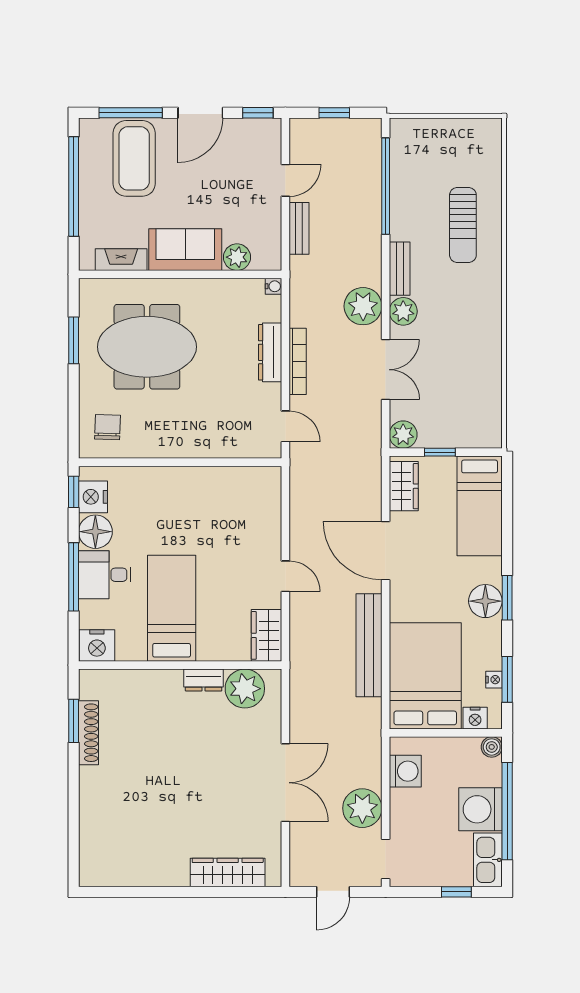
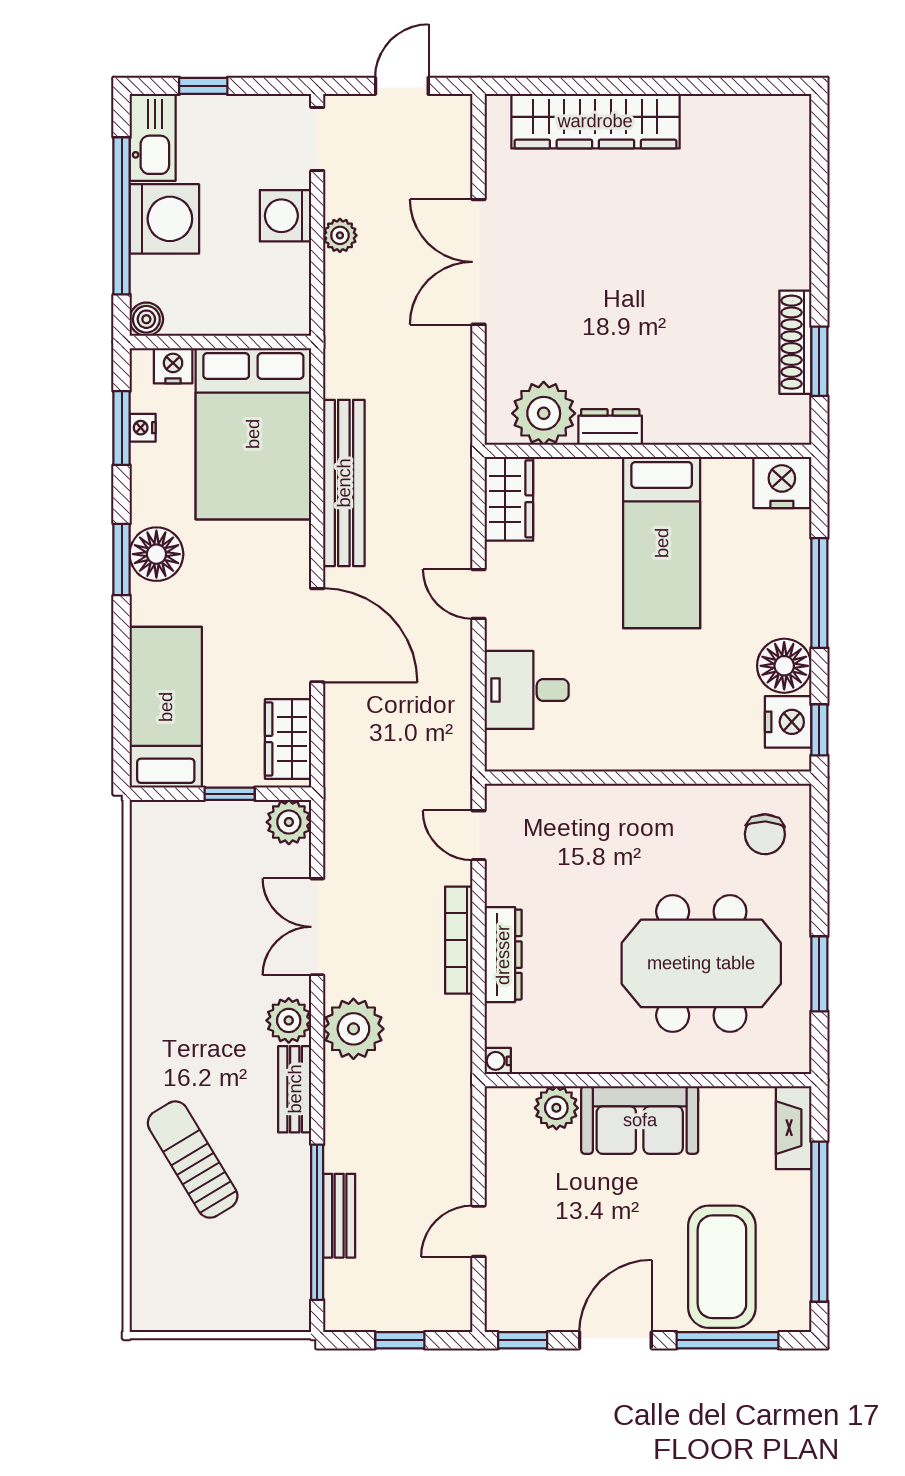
sun lounger: (463, 225) -> (193, 1160), turned -31
bench: (299, 228) -> (339, 1216), moved
fireplace: (121, 260) -> (794, 1128), moved, turned 90
desk: (105, 575) -> (527, 690), moved, turned 180
washing machine: (405, 771) -> (285, 216), moved
plant: (362, 808) -> (340, 235), width x0.53, depth x0.53
wardrobe: (228, 872) -> (595, 121), width x1.40, depth x1.17

